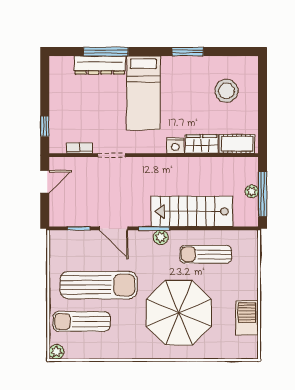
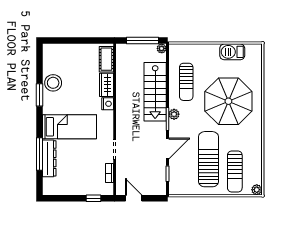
stool: (226, 91) -> (53, 83), moved
plant: (252, 191) -> (162, 48), moved

